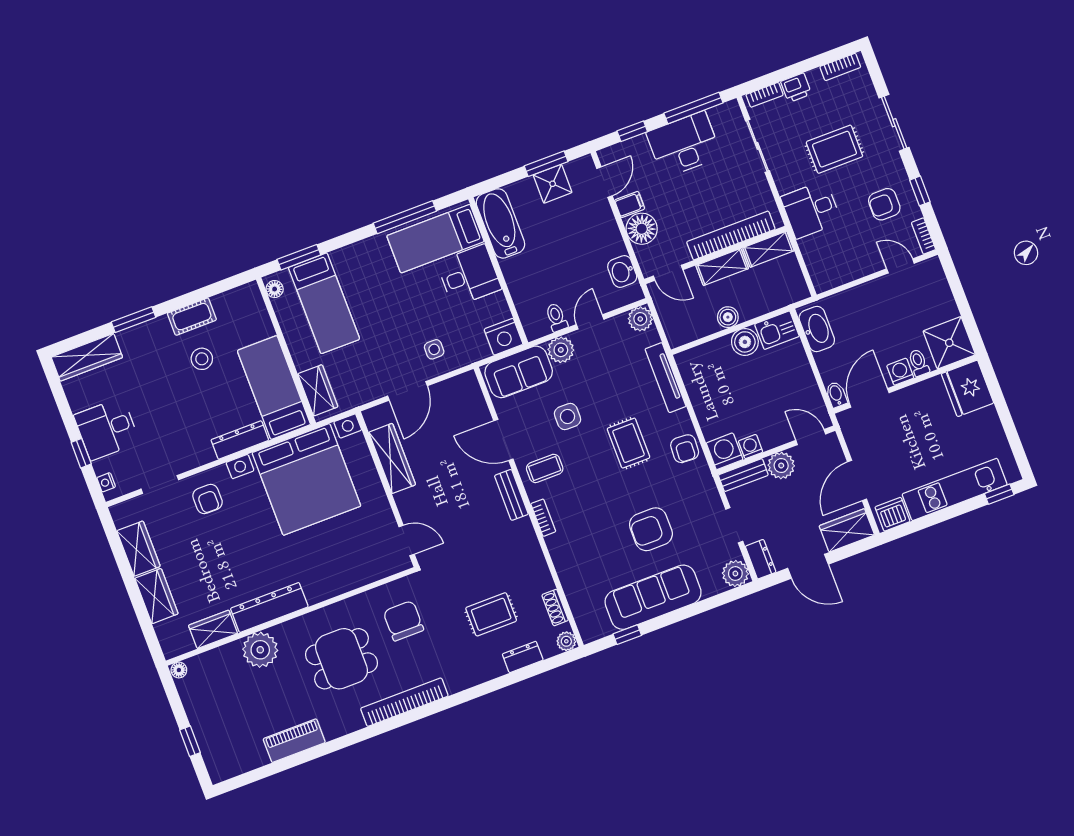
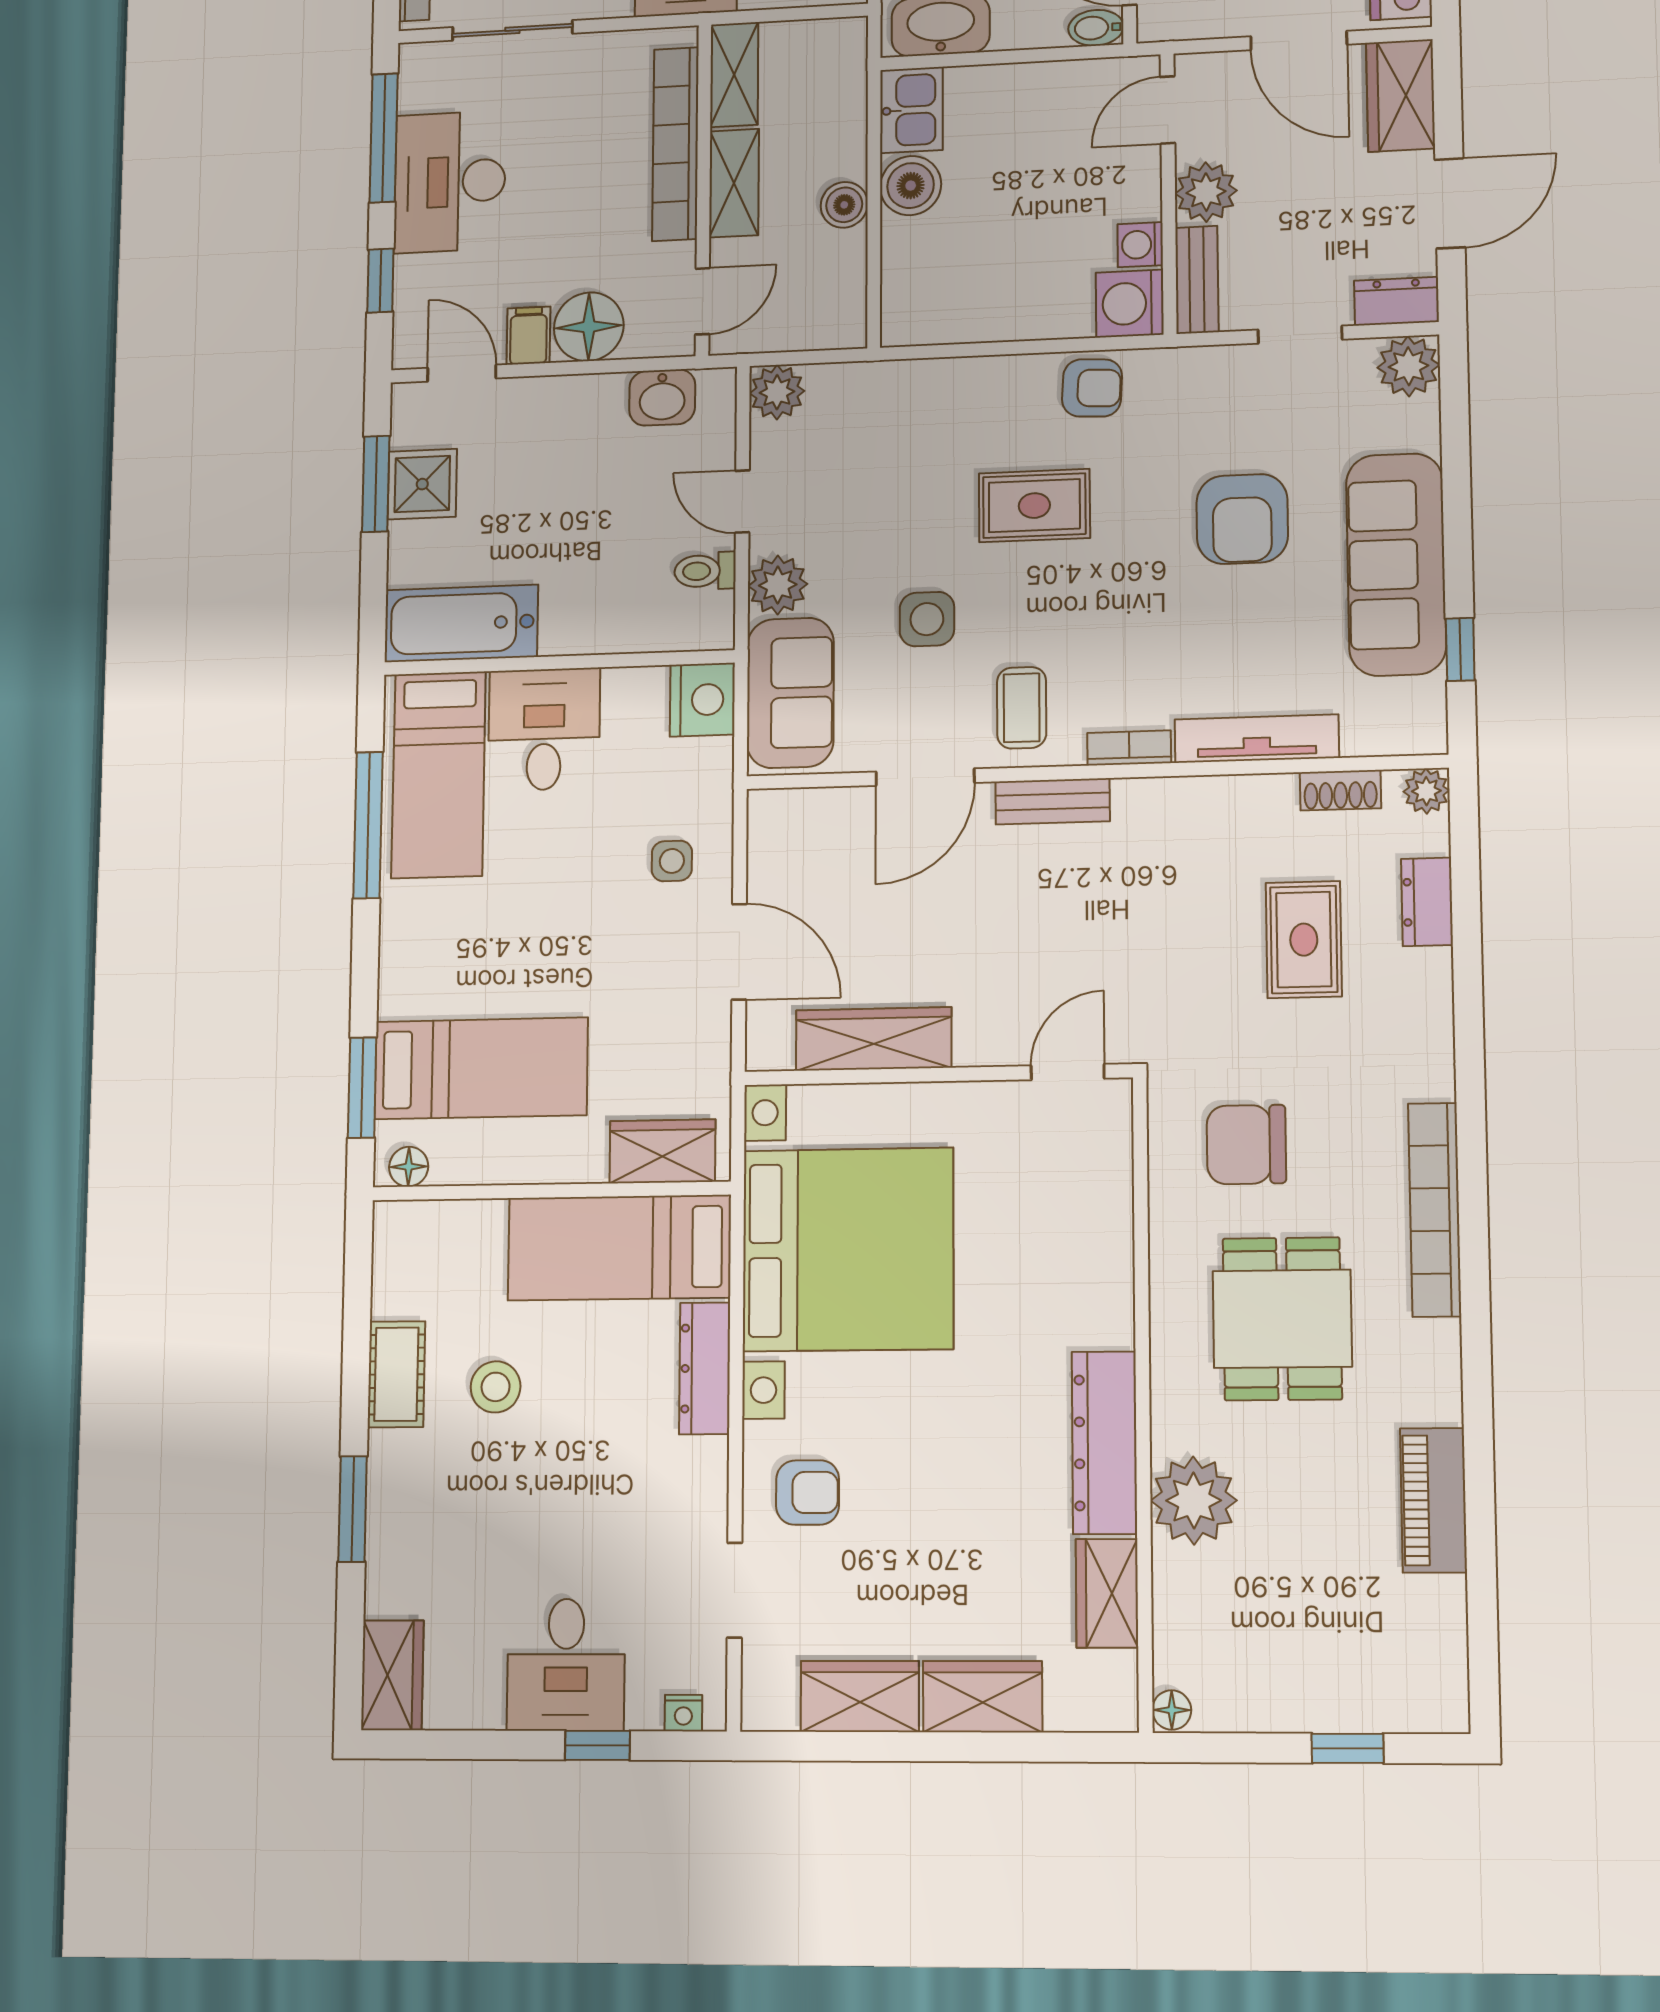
wardrobe: (87, 357) -> (392, 1675), width x0.67
tv unit: (666, 378) -> (1257, 739), moved, turned 180

